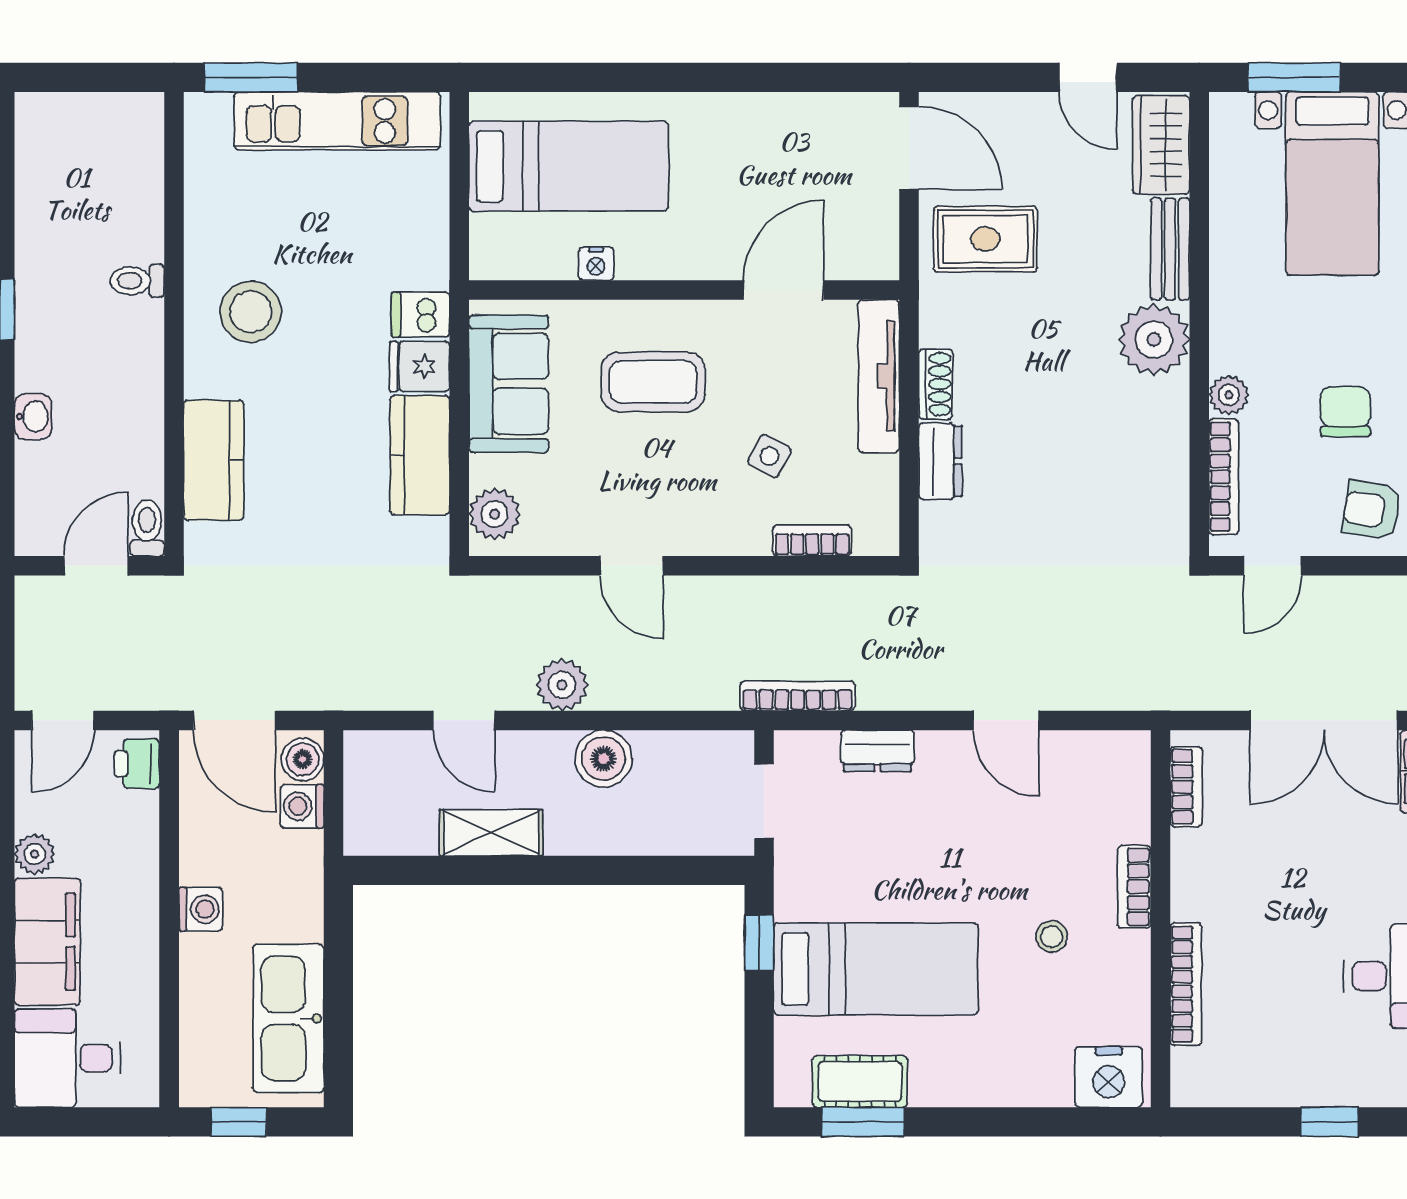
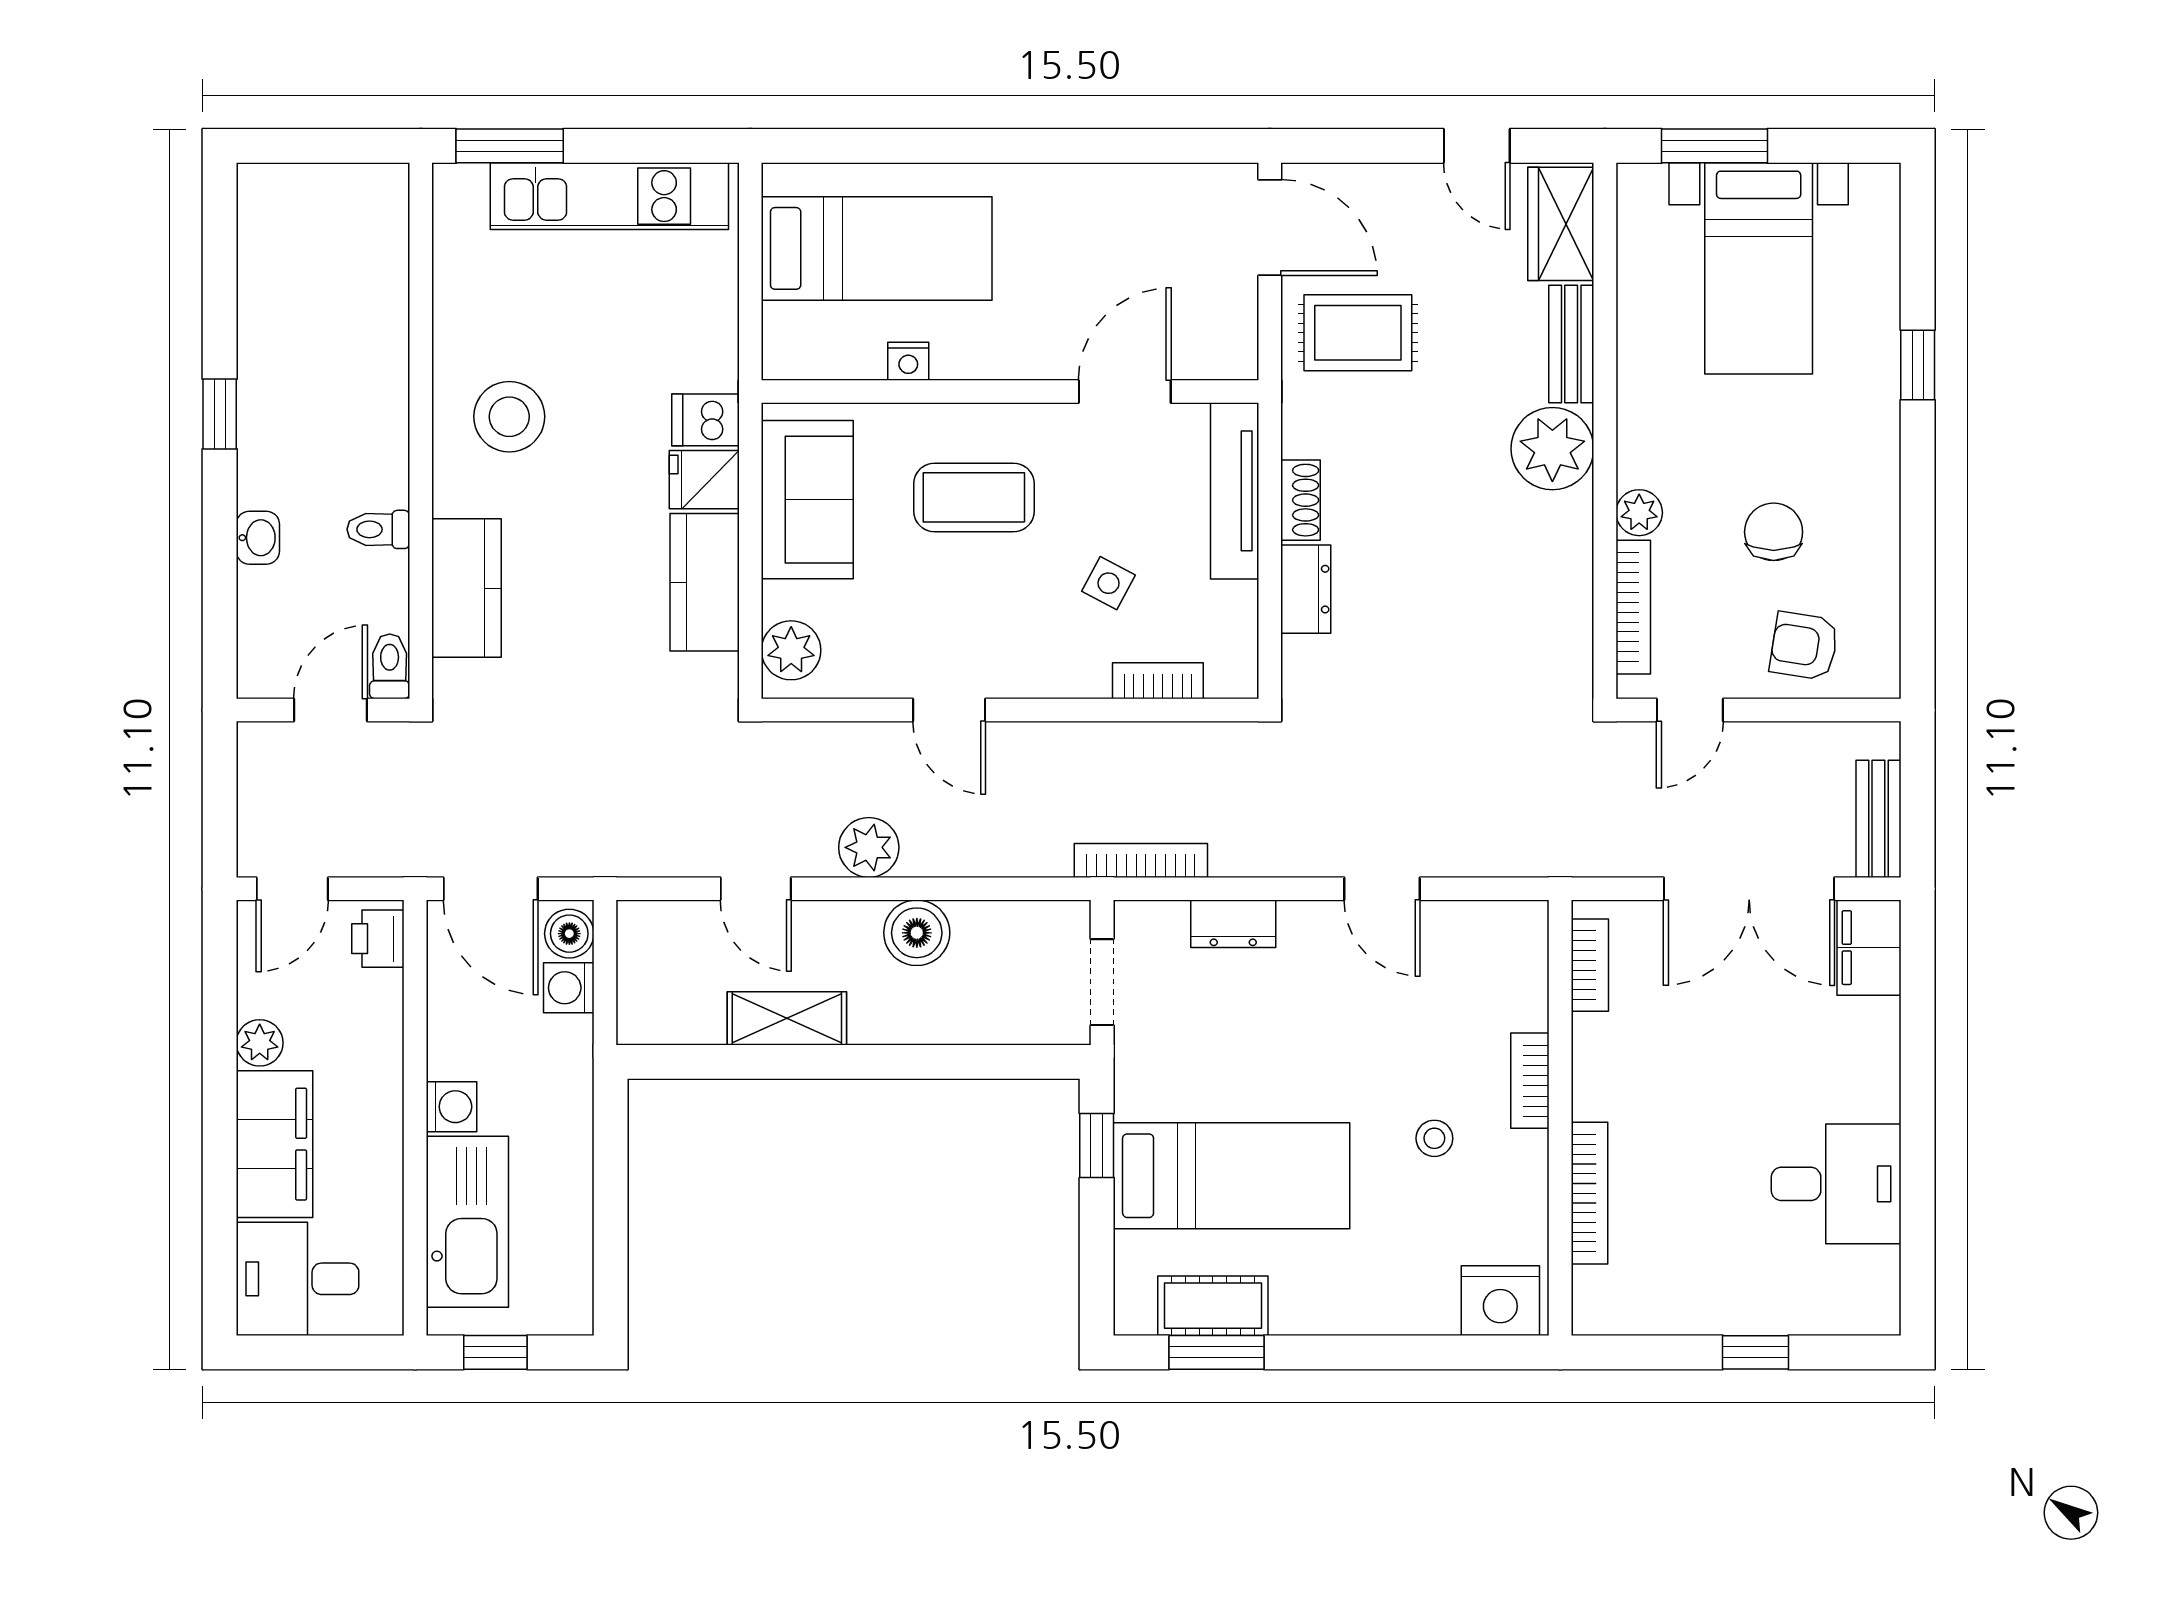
toilet: (137, 281) -> (378, 529), moved
kitchen sink: (288, 1018) -> (467, 1222), moved, turned 180

